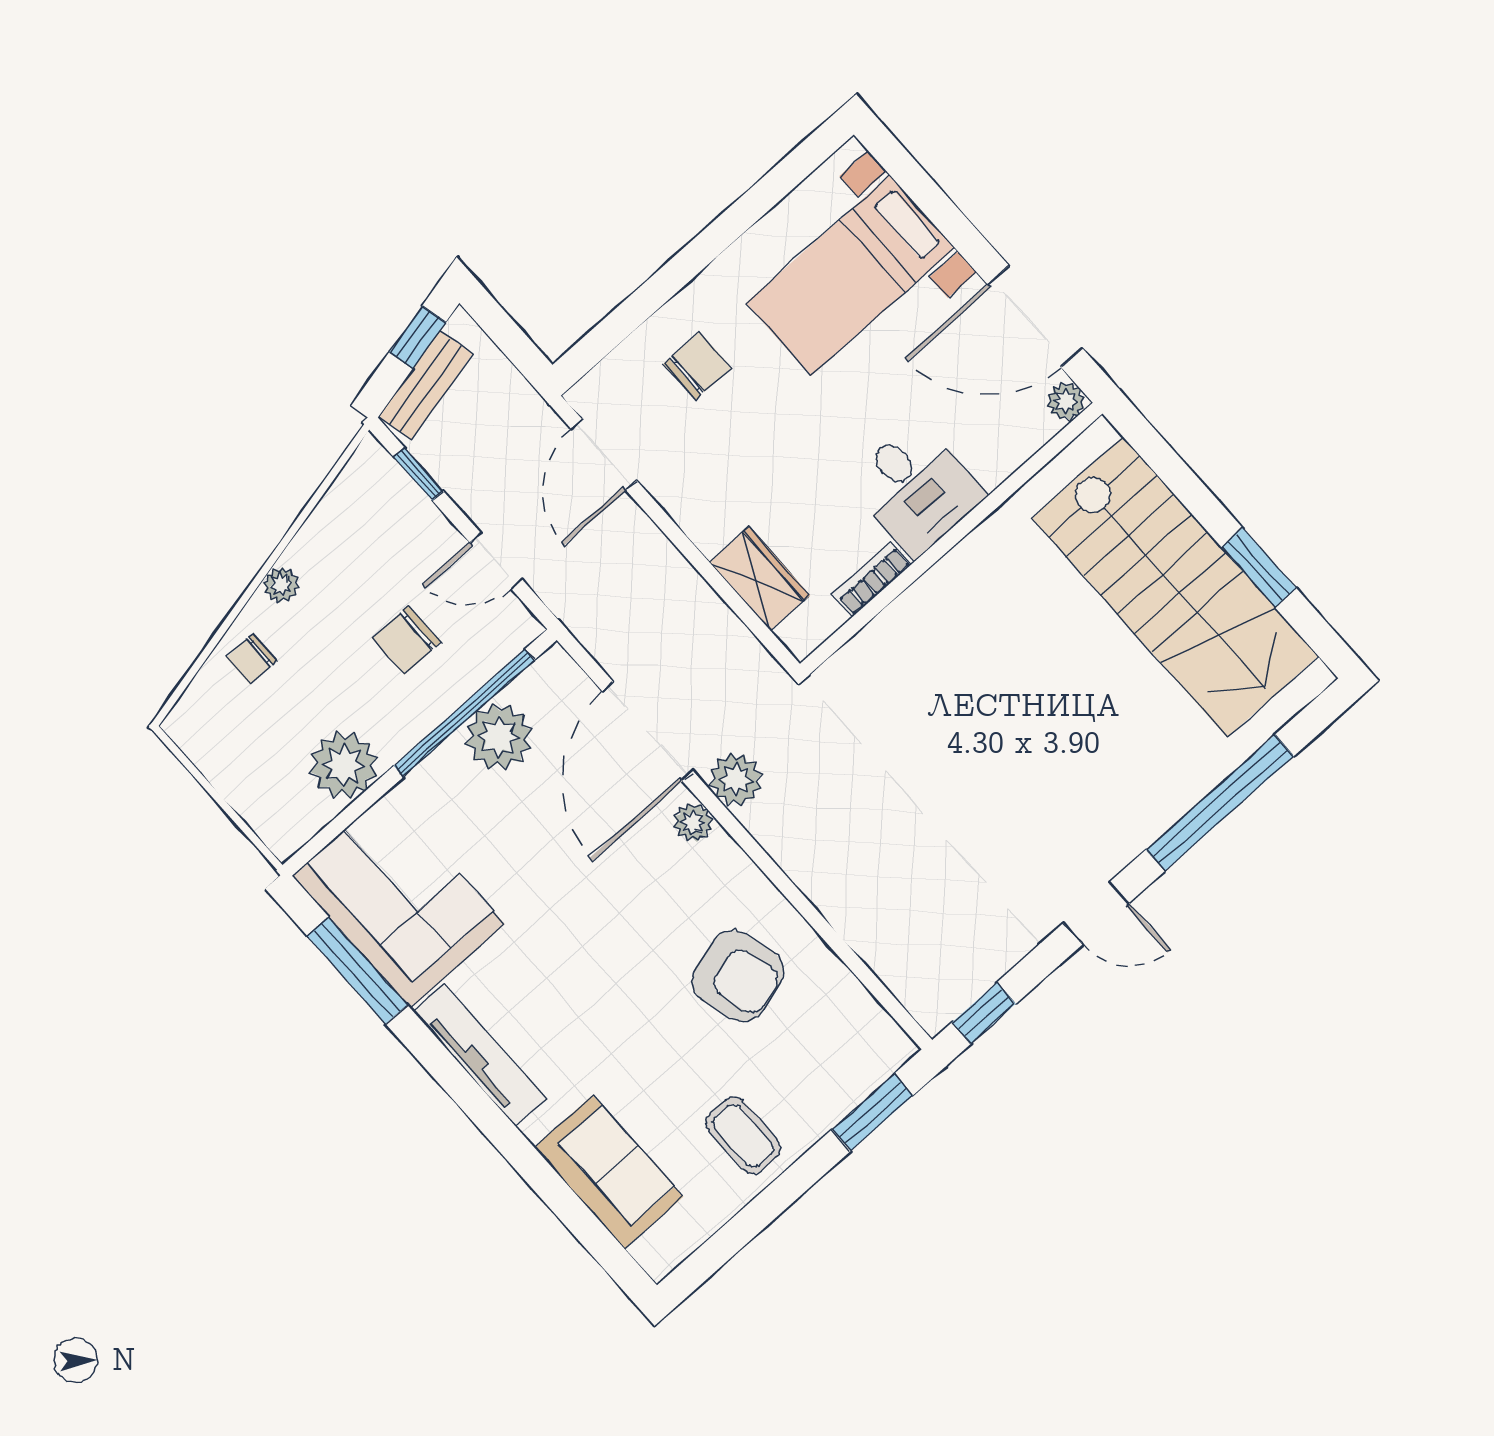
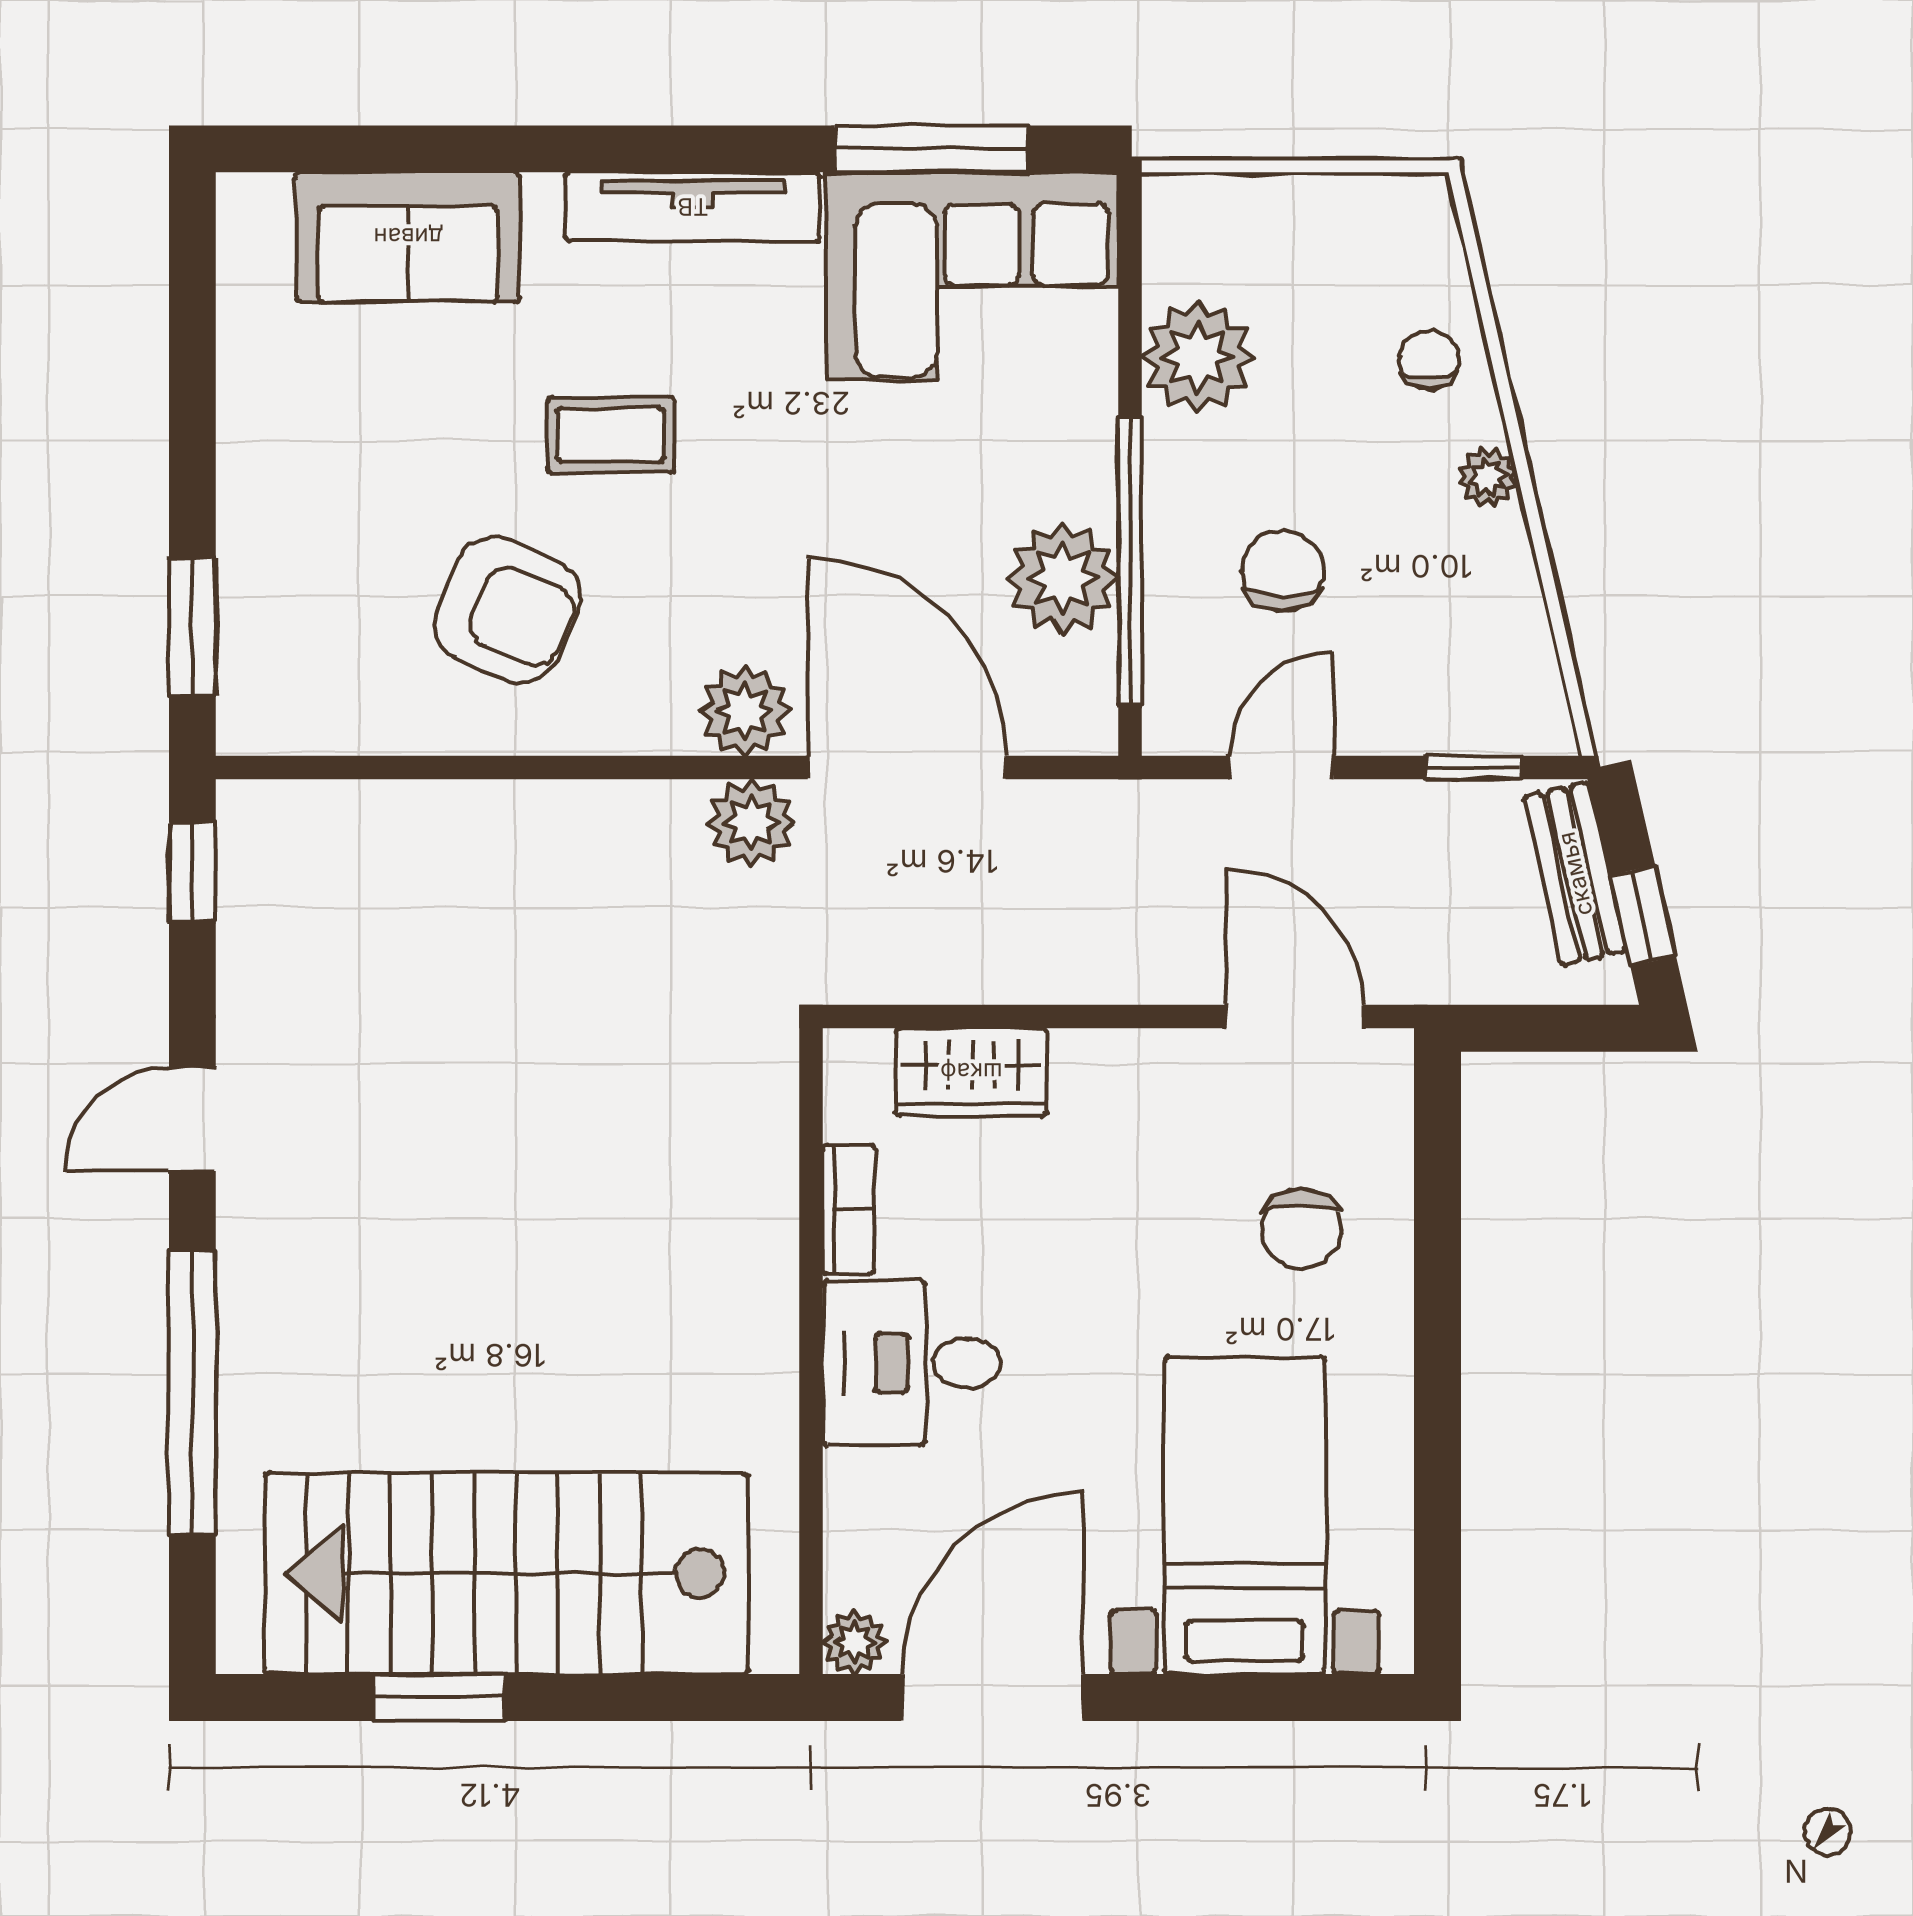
plant: (693, 823) -> (745, 711), width x1.38, depth x1.38
armchair: (738, 976) -> (507, 610), turned -140
coffee table: (743, 1135) -> (611, 435), moved

